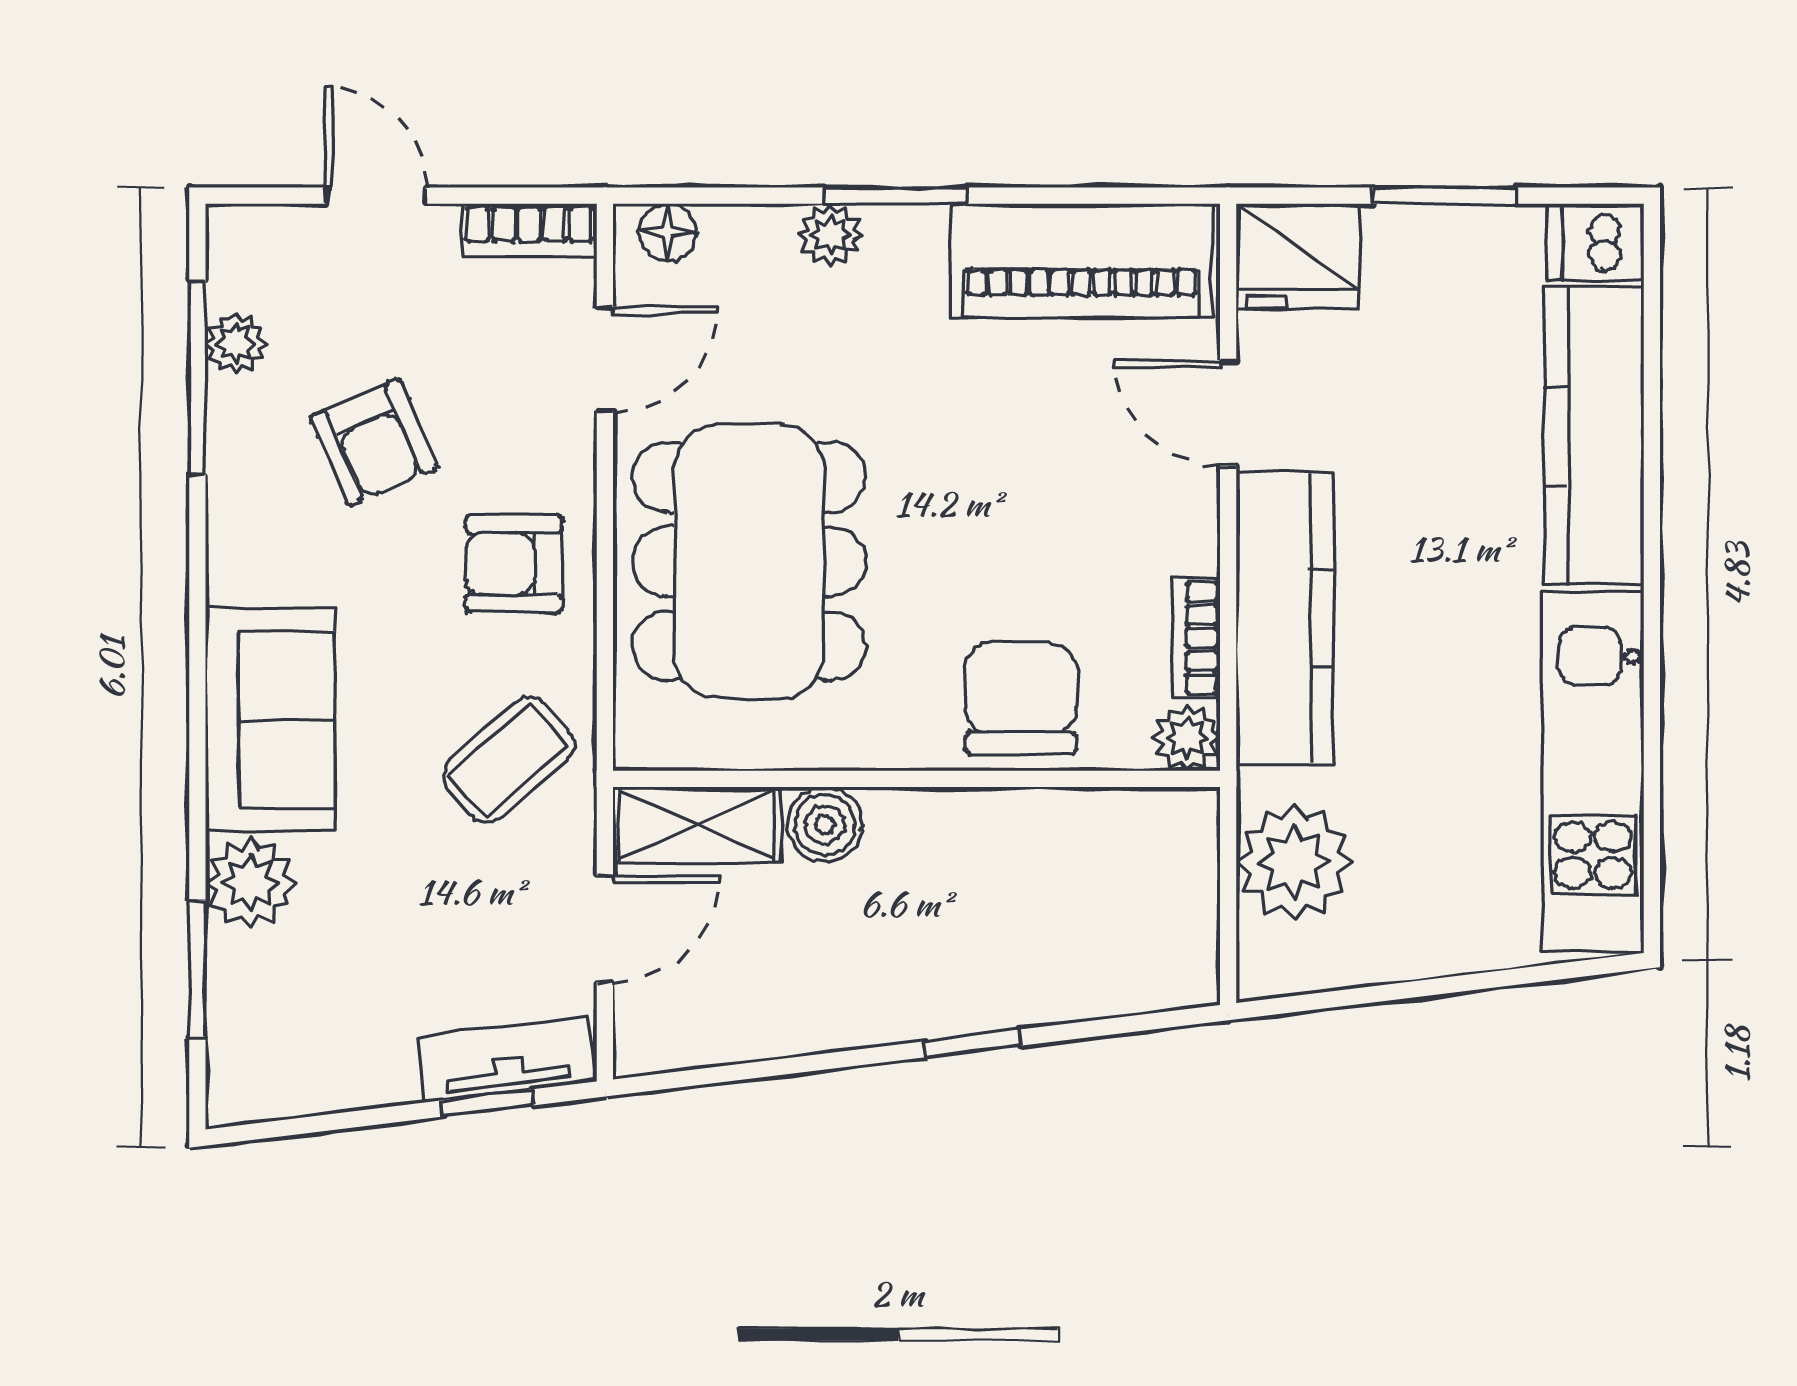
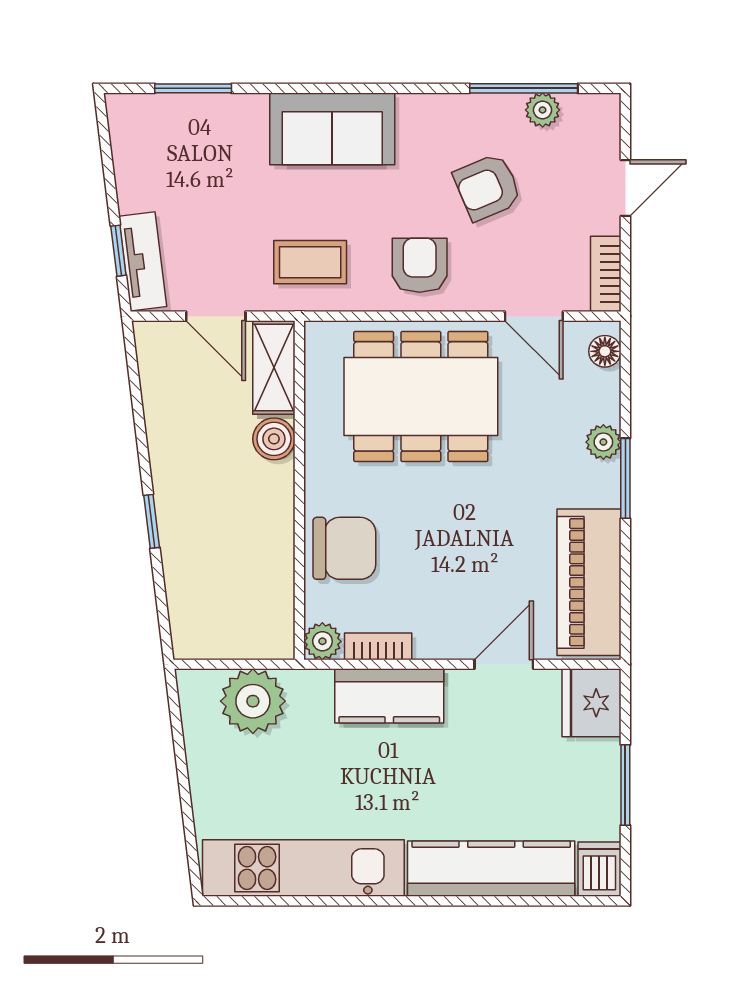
kitchen counter: (1285, 618) -> (389, 696), width x0.67
coffee table: (508, 760) -> (310, 262), turned -49
plant: (251, 883) -> (241, 118), removed

